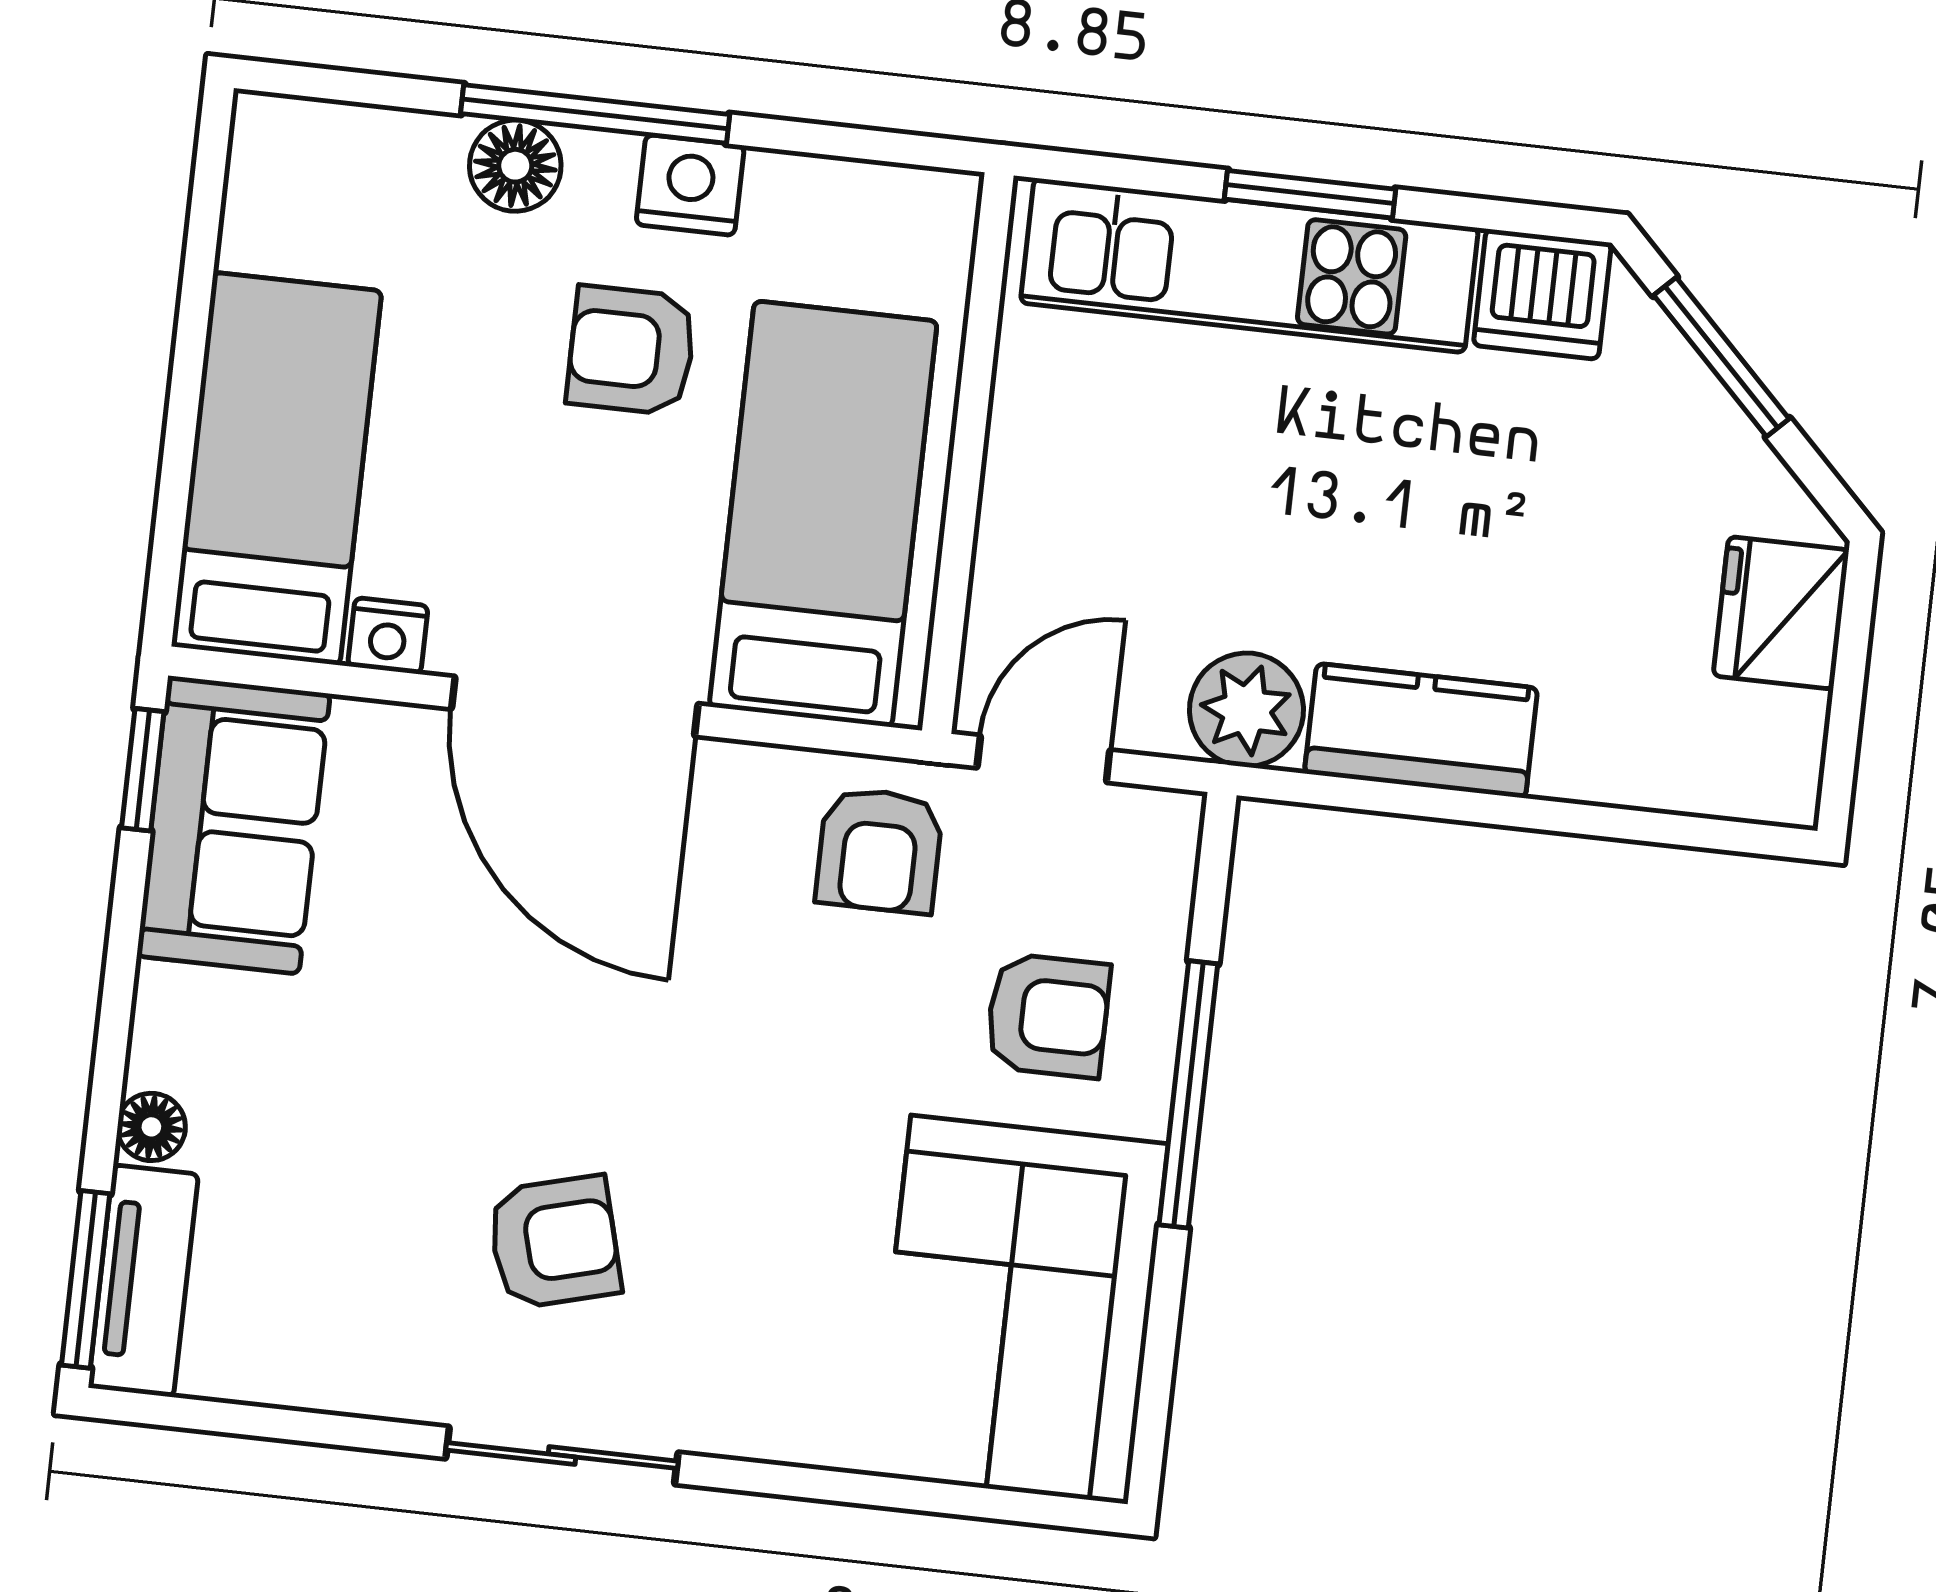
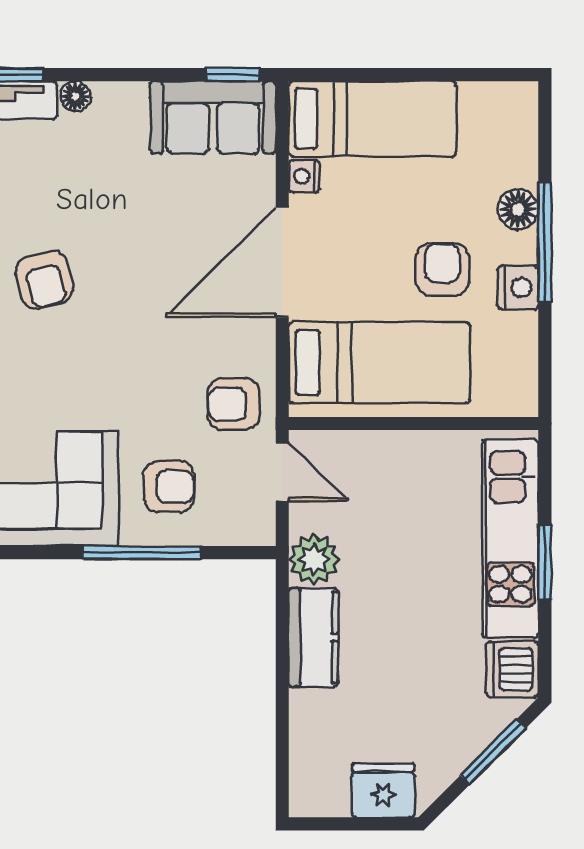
armchair: (1048, 1016) -> (169, 487), turned -90

